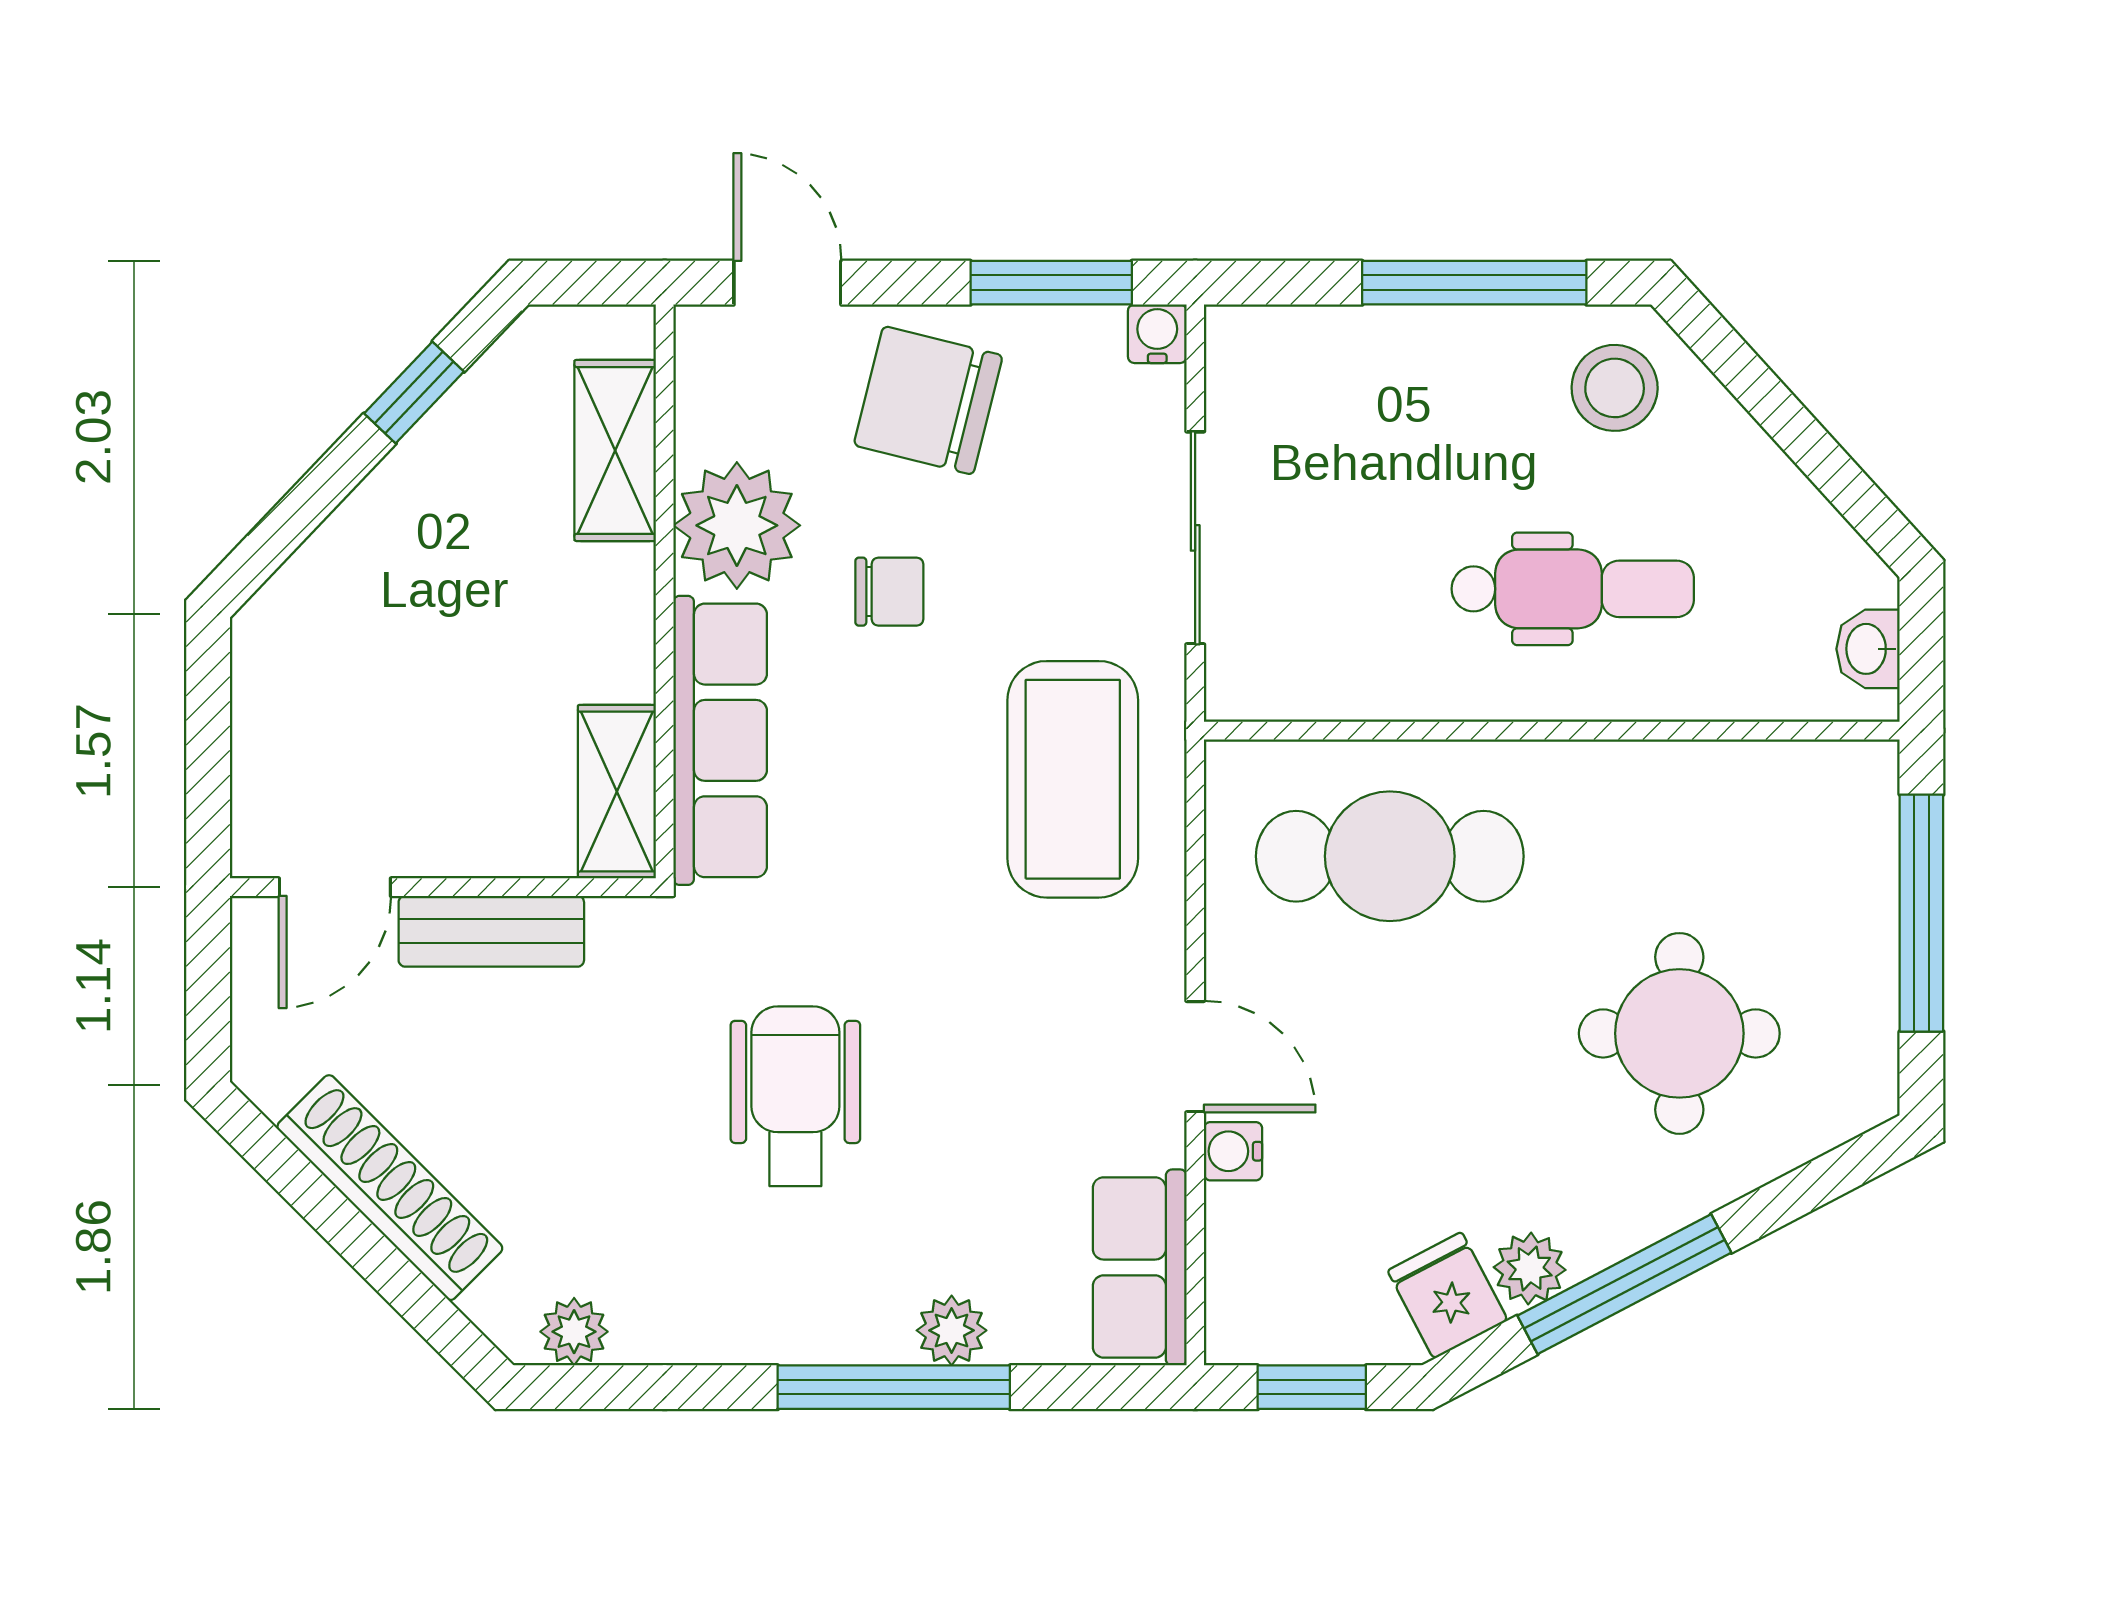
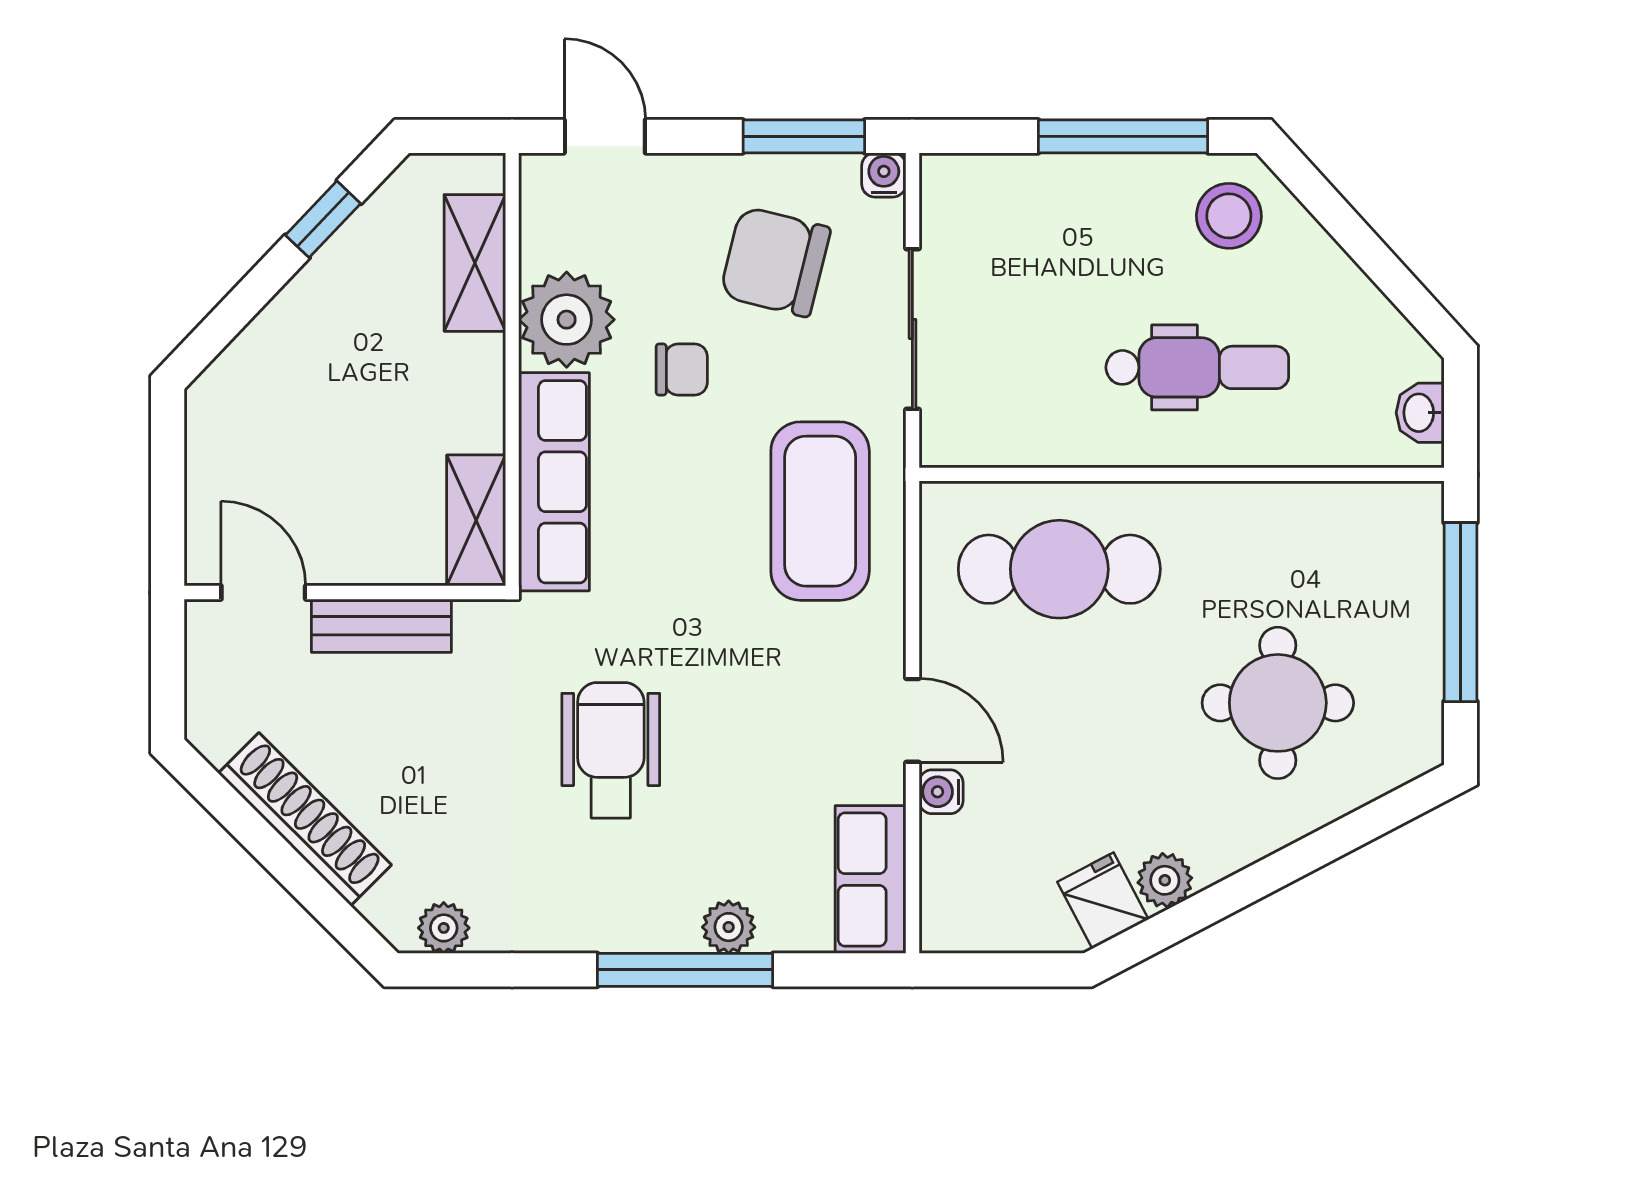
chair: (928, 400) -> (775, 262), moved
door: (335, 887) -> (263, 592), swing flipped
window: (1624, 1284) -> (1236, 892), removed
window: (1312, 1387) -> (1000, 970), removed

